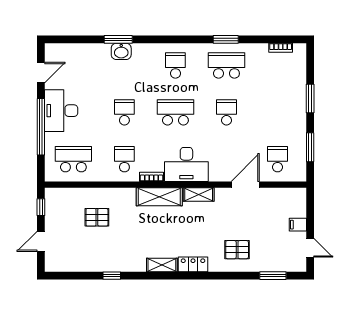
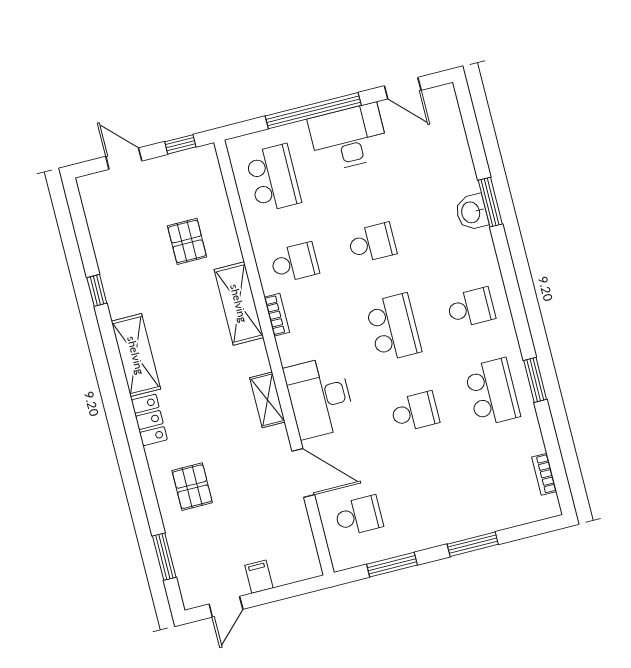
desk: (186, 164) -> (320, 397), moved
shelving: (159, 197) -> (239, 303), moved
shelving: (162, 265) -> (136, 355), width x1.50, depth x1.33

